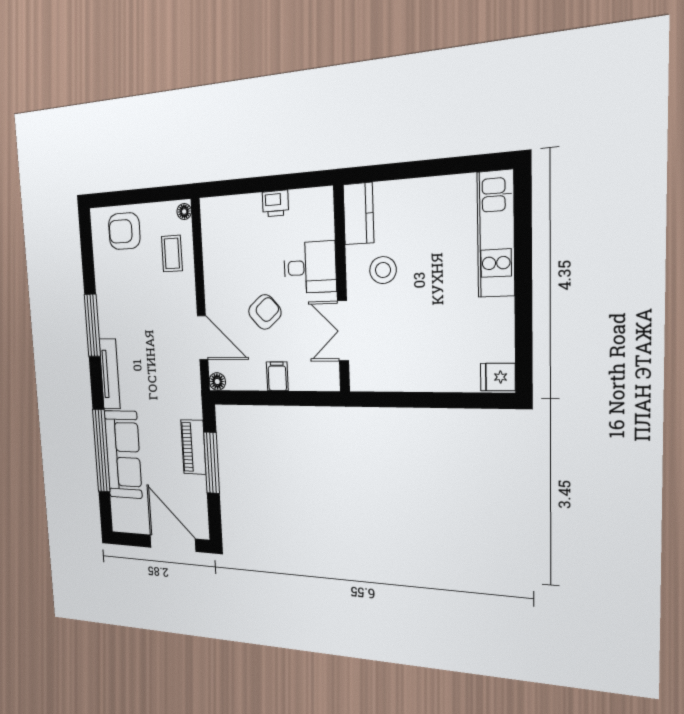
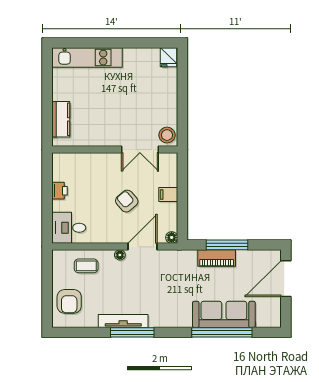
floor lamp: (184, 212) -> (120, 255), moved
kitchen counter: (358, 214) -> (61, 119), moved, turned 90
desk: (310, 267) -> (69, 228), moved, turned -90
stool: (383, 270) -> (167, 135), moved
tv unit: (110, 374) -> (123, 321), moved

